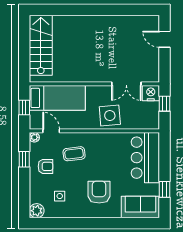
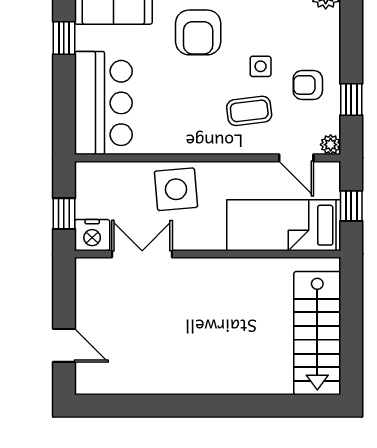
side table: (60, 196) -> (261, 66), moved

